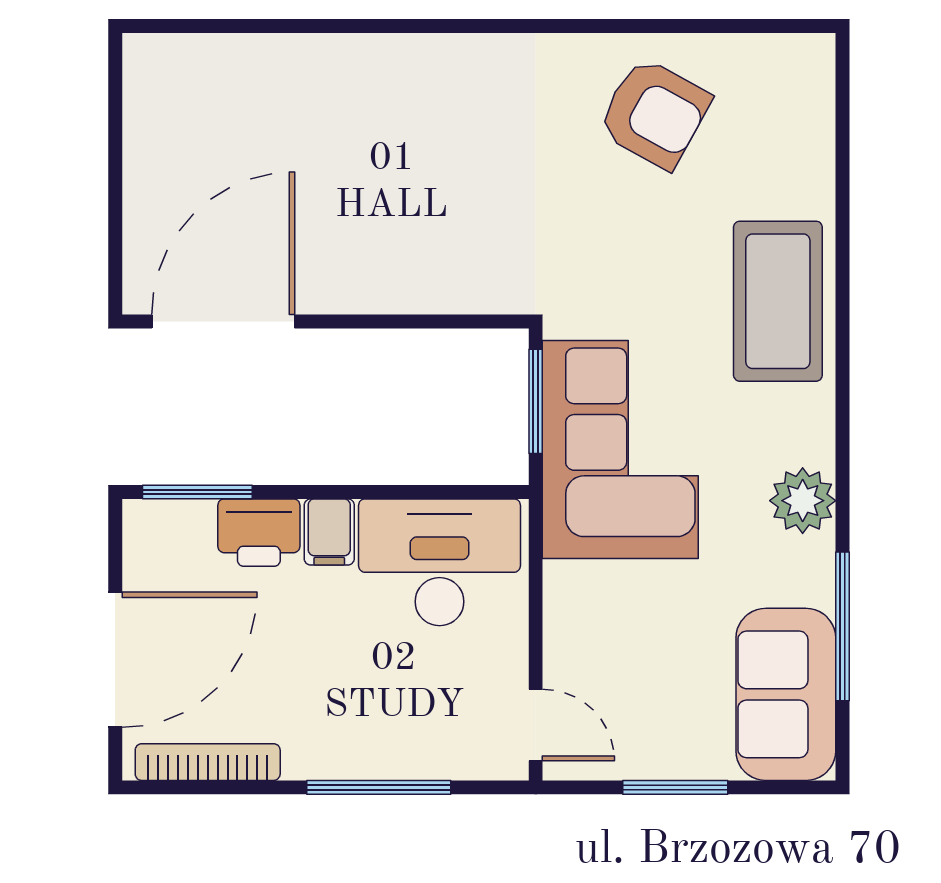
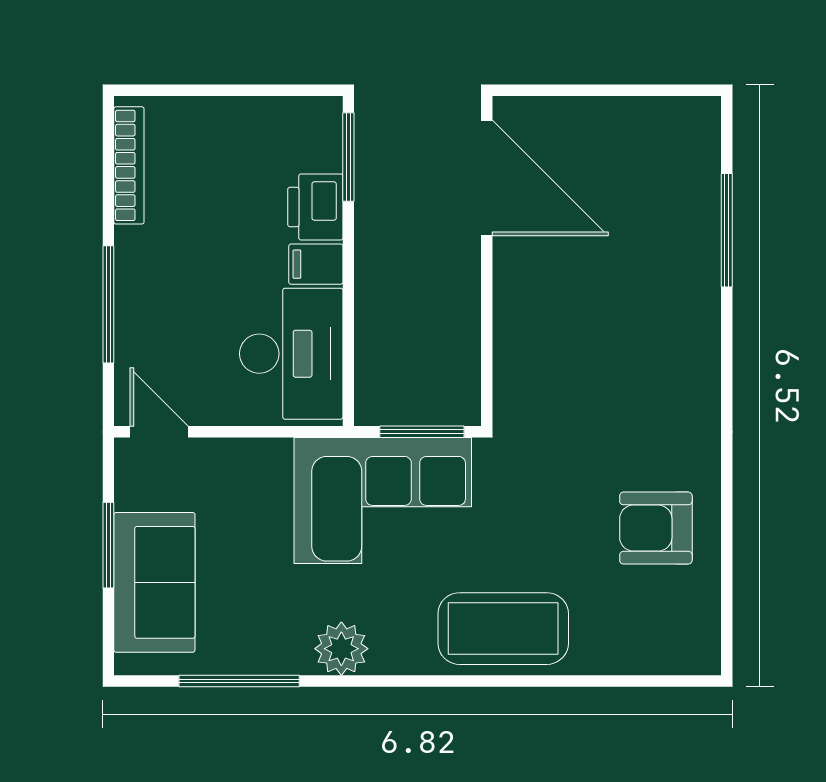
window: (288, 26) -> (727, 230), added
armchair: (654, 113) -> (656, 528), turned 61
door: (115, 660) -> (212, 90), removed
sofa: (786, 694) -> (154, 582), moved, turned 90
door: (536, 725) -> (159, 432), swing flipped

